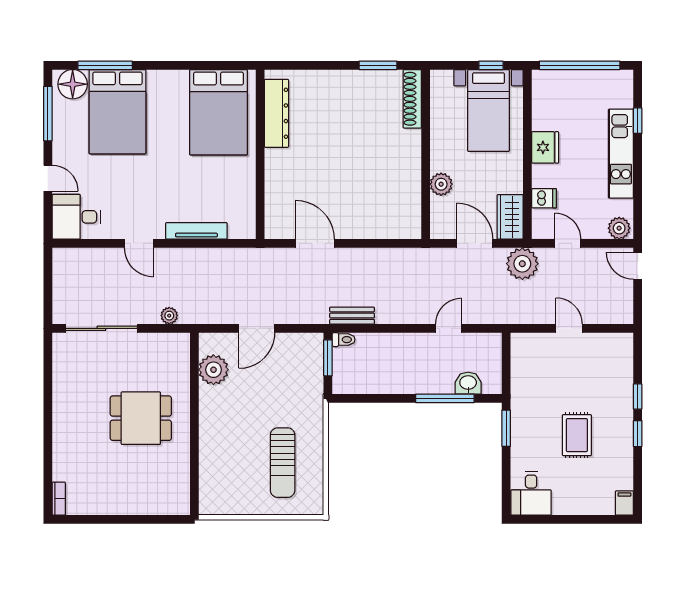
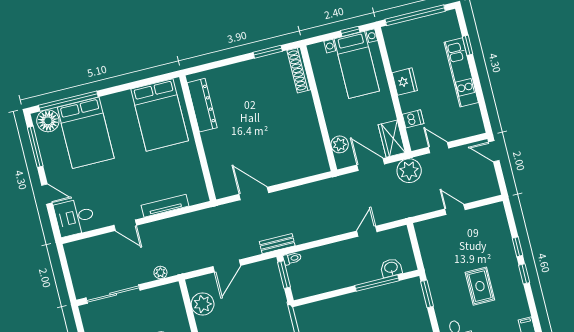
window: (105, 65) -> (68, 101), width x1.46
plant: (441, 184) -> (340, 144), moved
plant: (619, 228) -> (473, 127), removed
bench: (352, 316) -> (277, 244), moved

